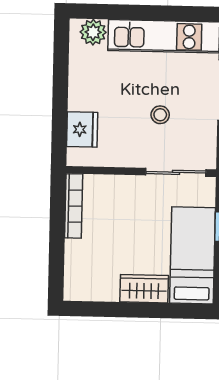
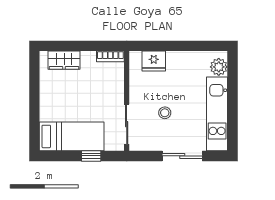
bookcase: (74, 206) -> (110, 56), width x0.64
wardrobe: (144, 289) -> (64, 60), moved, turned 90

